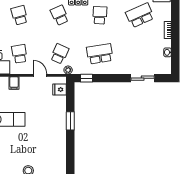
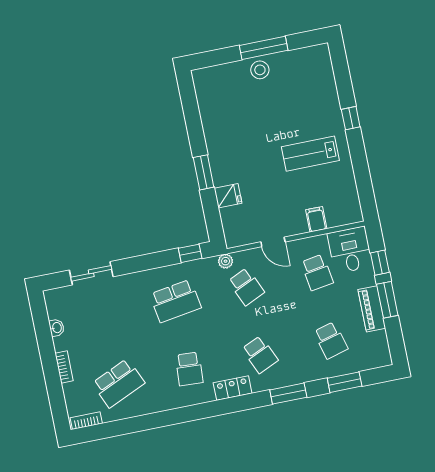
school desk: (60, 54) -> (246, 287), turned -48
fridge: (59, 89) -> (228, 196), moved

